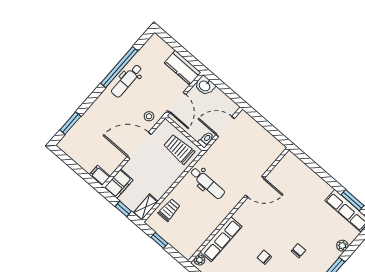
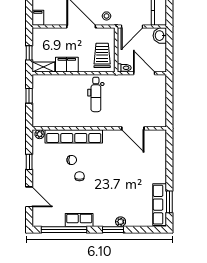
filing cabinet: (119, 184) -> (67, 65), moved, turned 180
door: (255, 187) -> (133, 128), moved
trolley: (169, 210) -> (55, 84), removed
row of seats: (221, 239) -> (74, 136), width x1.36
plant: (342, 246) -> (121, 222), moved
chair: (298, 251) -> (72, 160), moved

